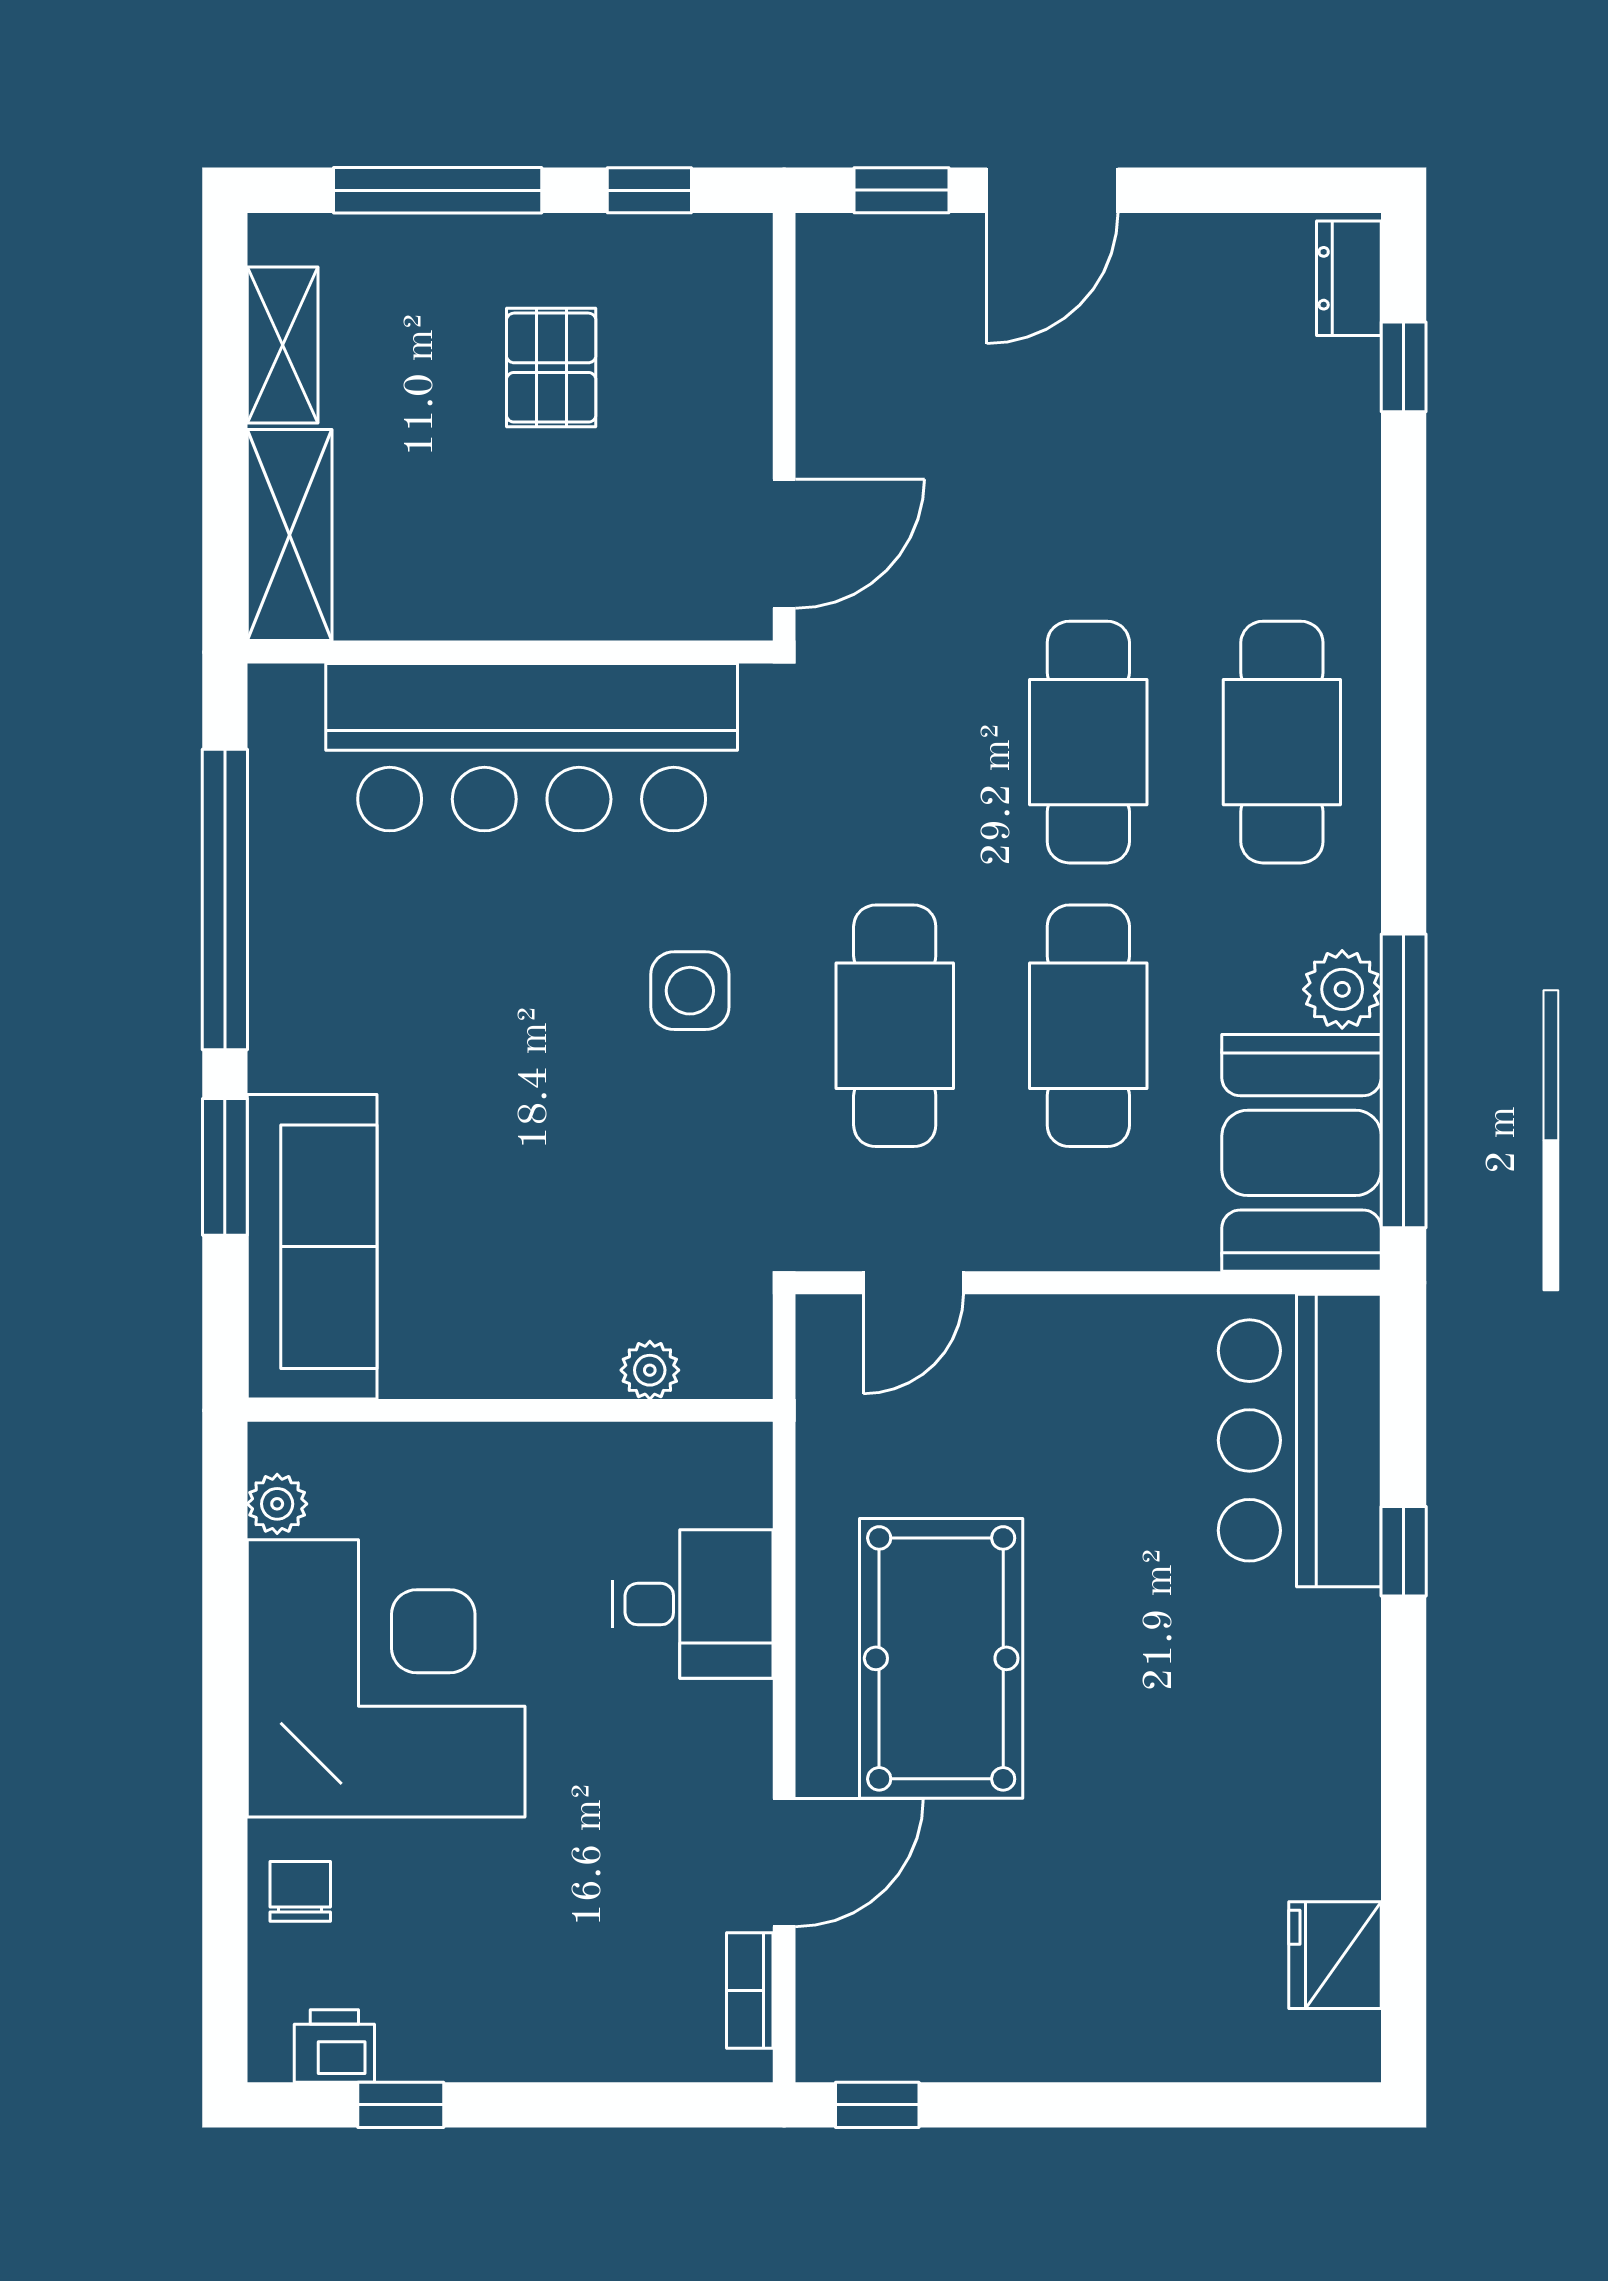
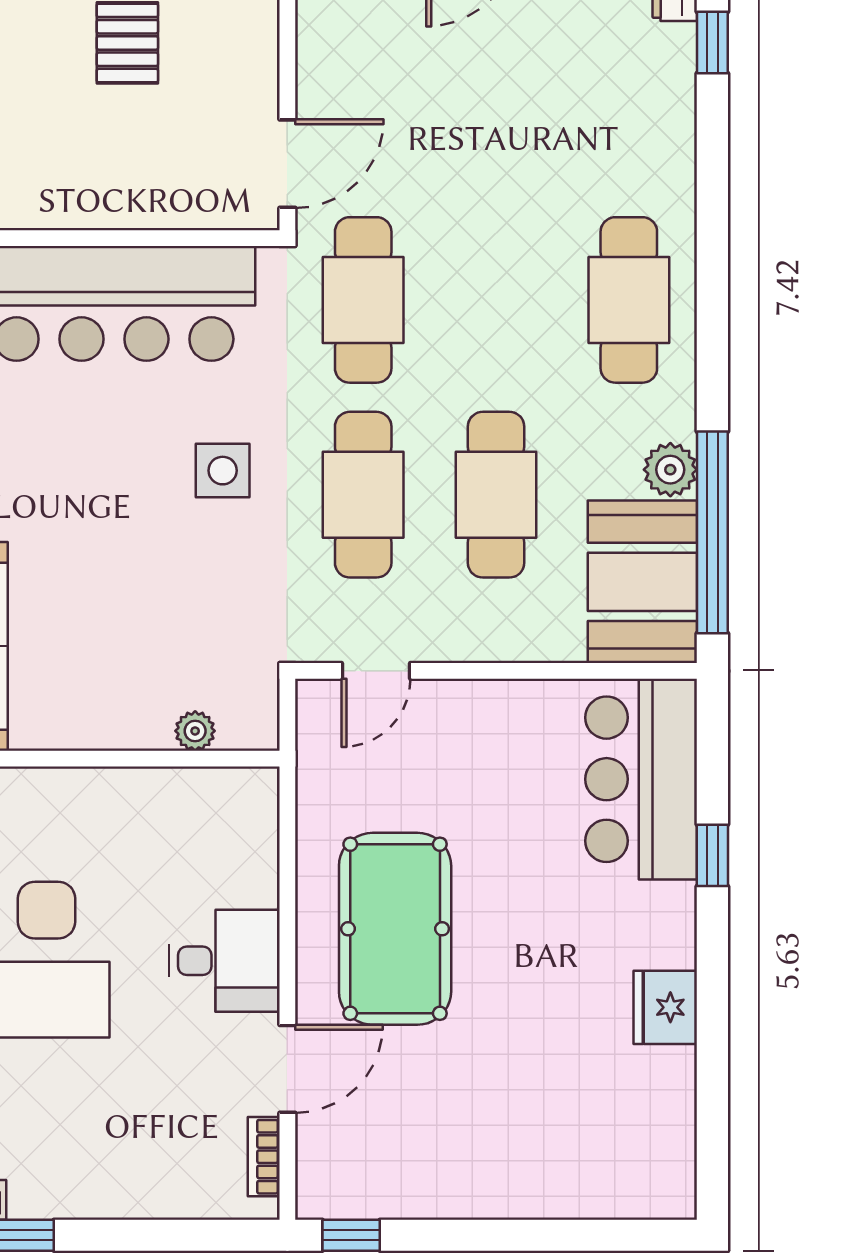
cafe table: (1088, 742) -> (363, 300), moved
desk: (693, 1604) -> (225, 961), moved
fridge: (1335, 1955) -> (665, 1007), moved

